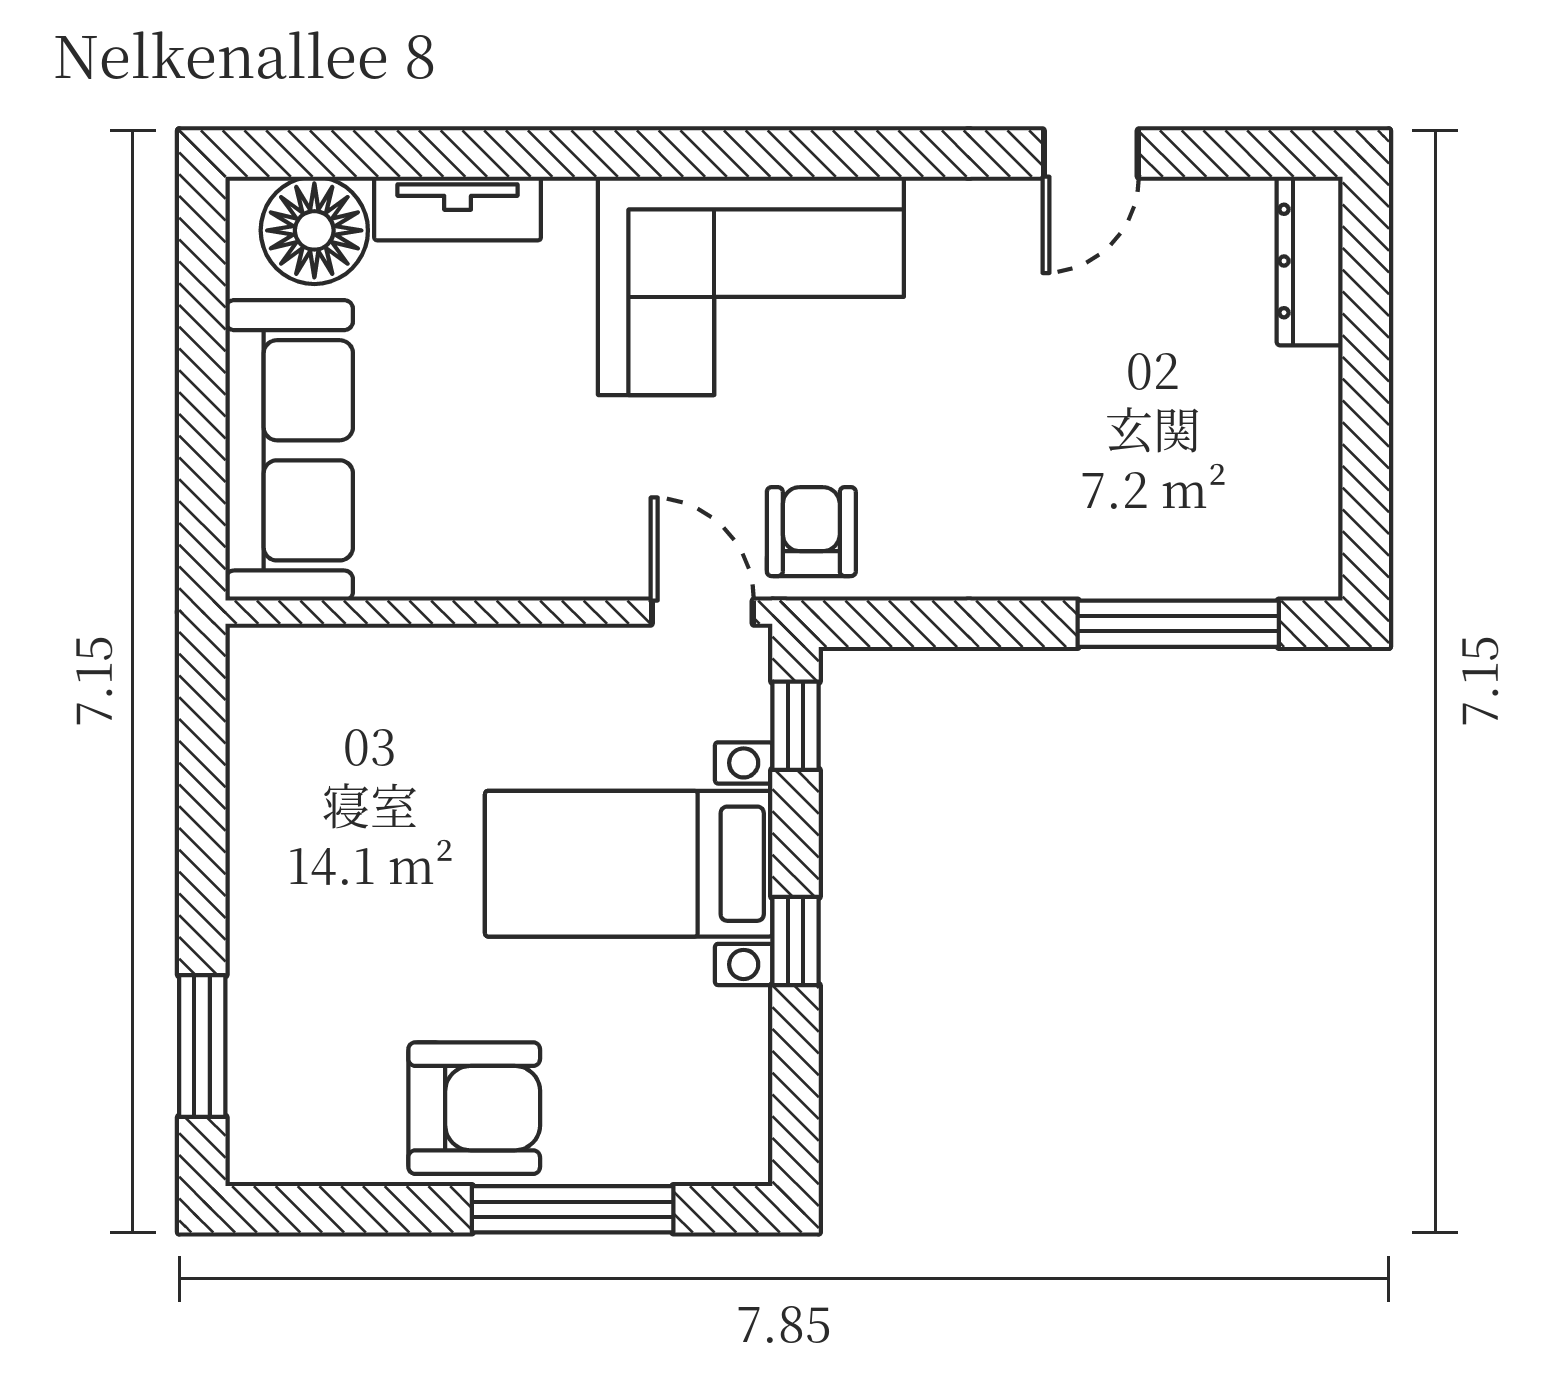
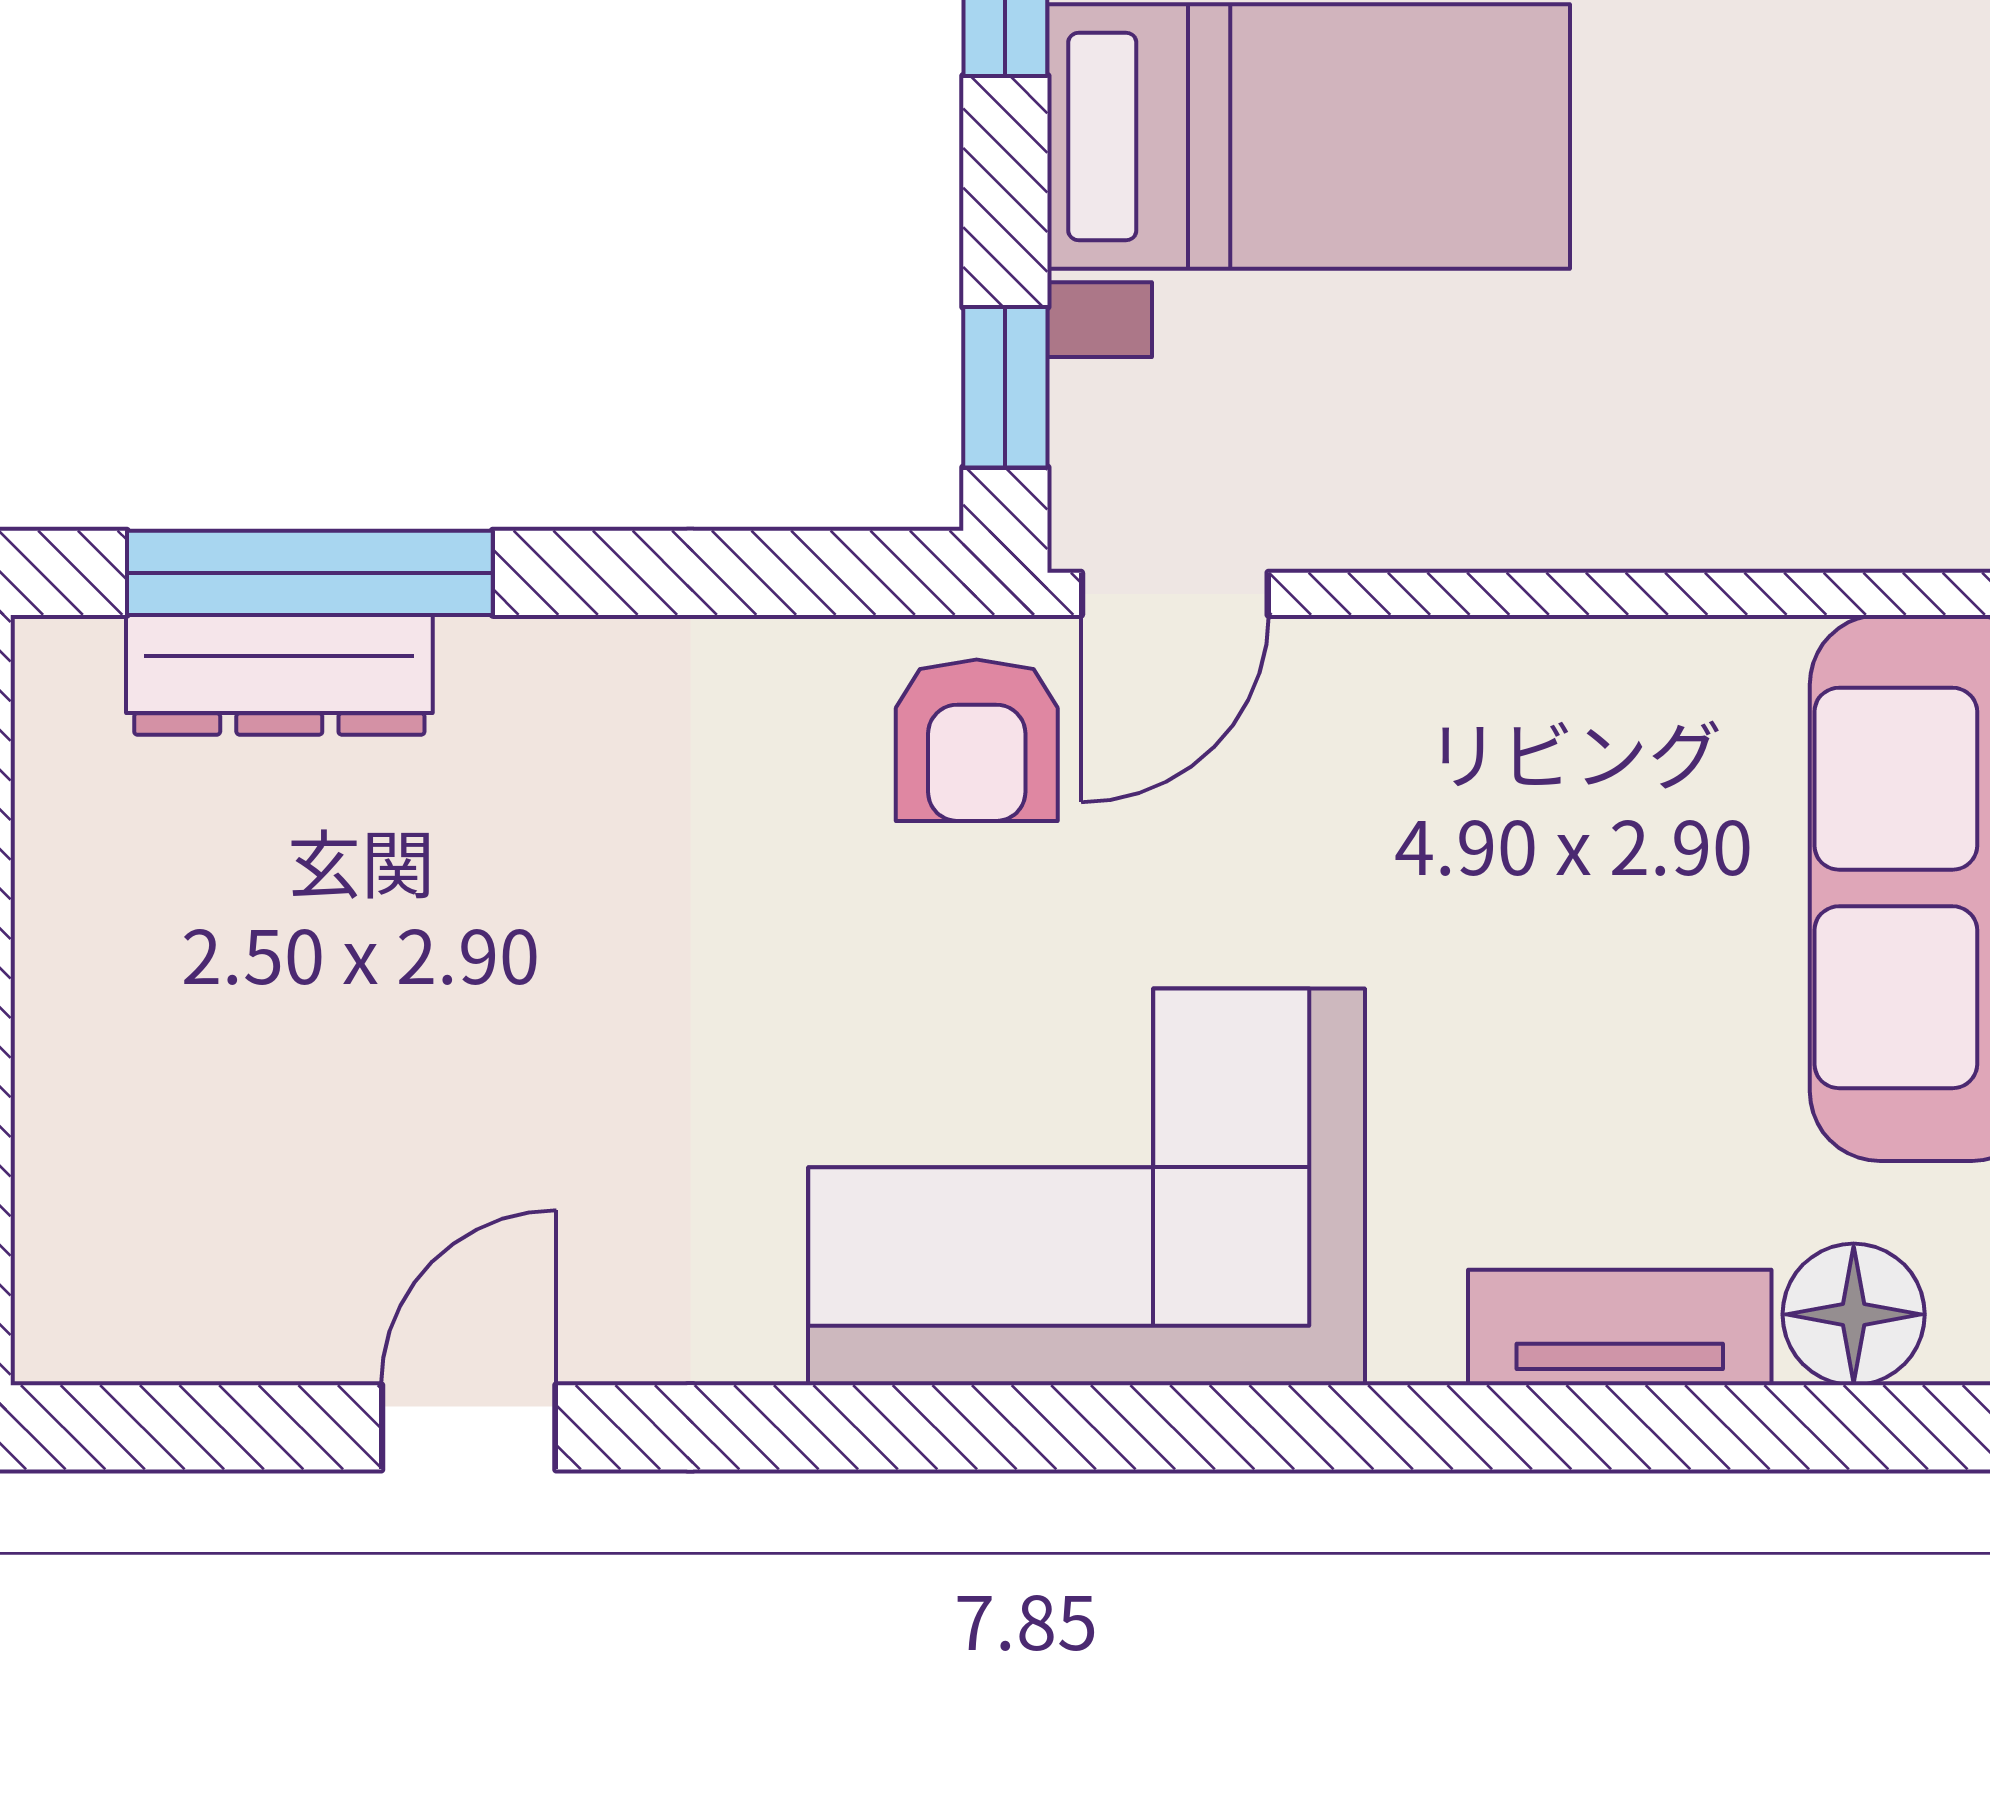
floor lamp: (314, 230) -> (1854, 1314), width x0.73, depth x0.73
dresser: (1310, 261) -> (279, 675), moved, turned 90
door: (702, 612) -> (1175, 594), hinge flipped

